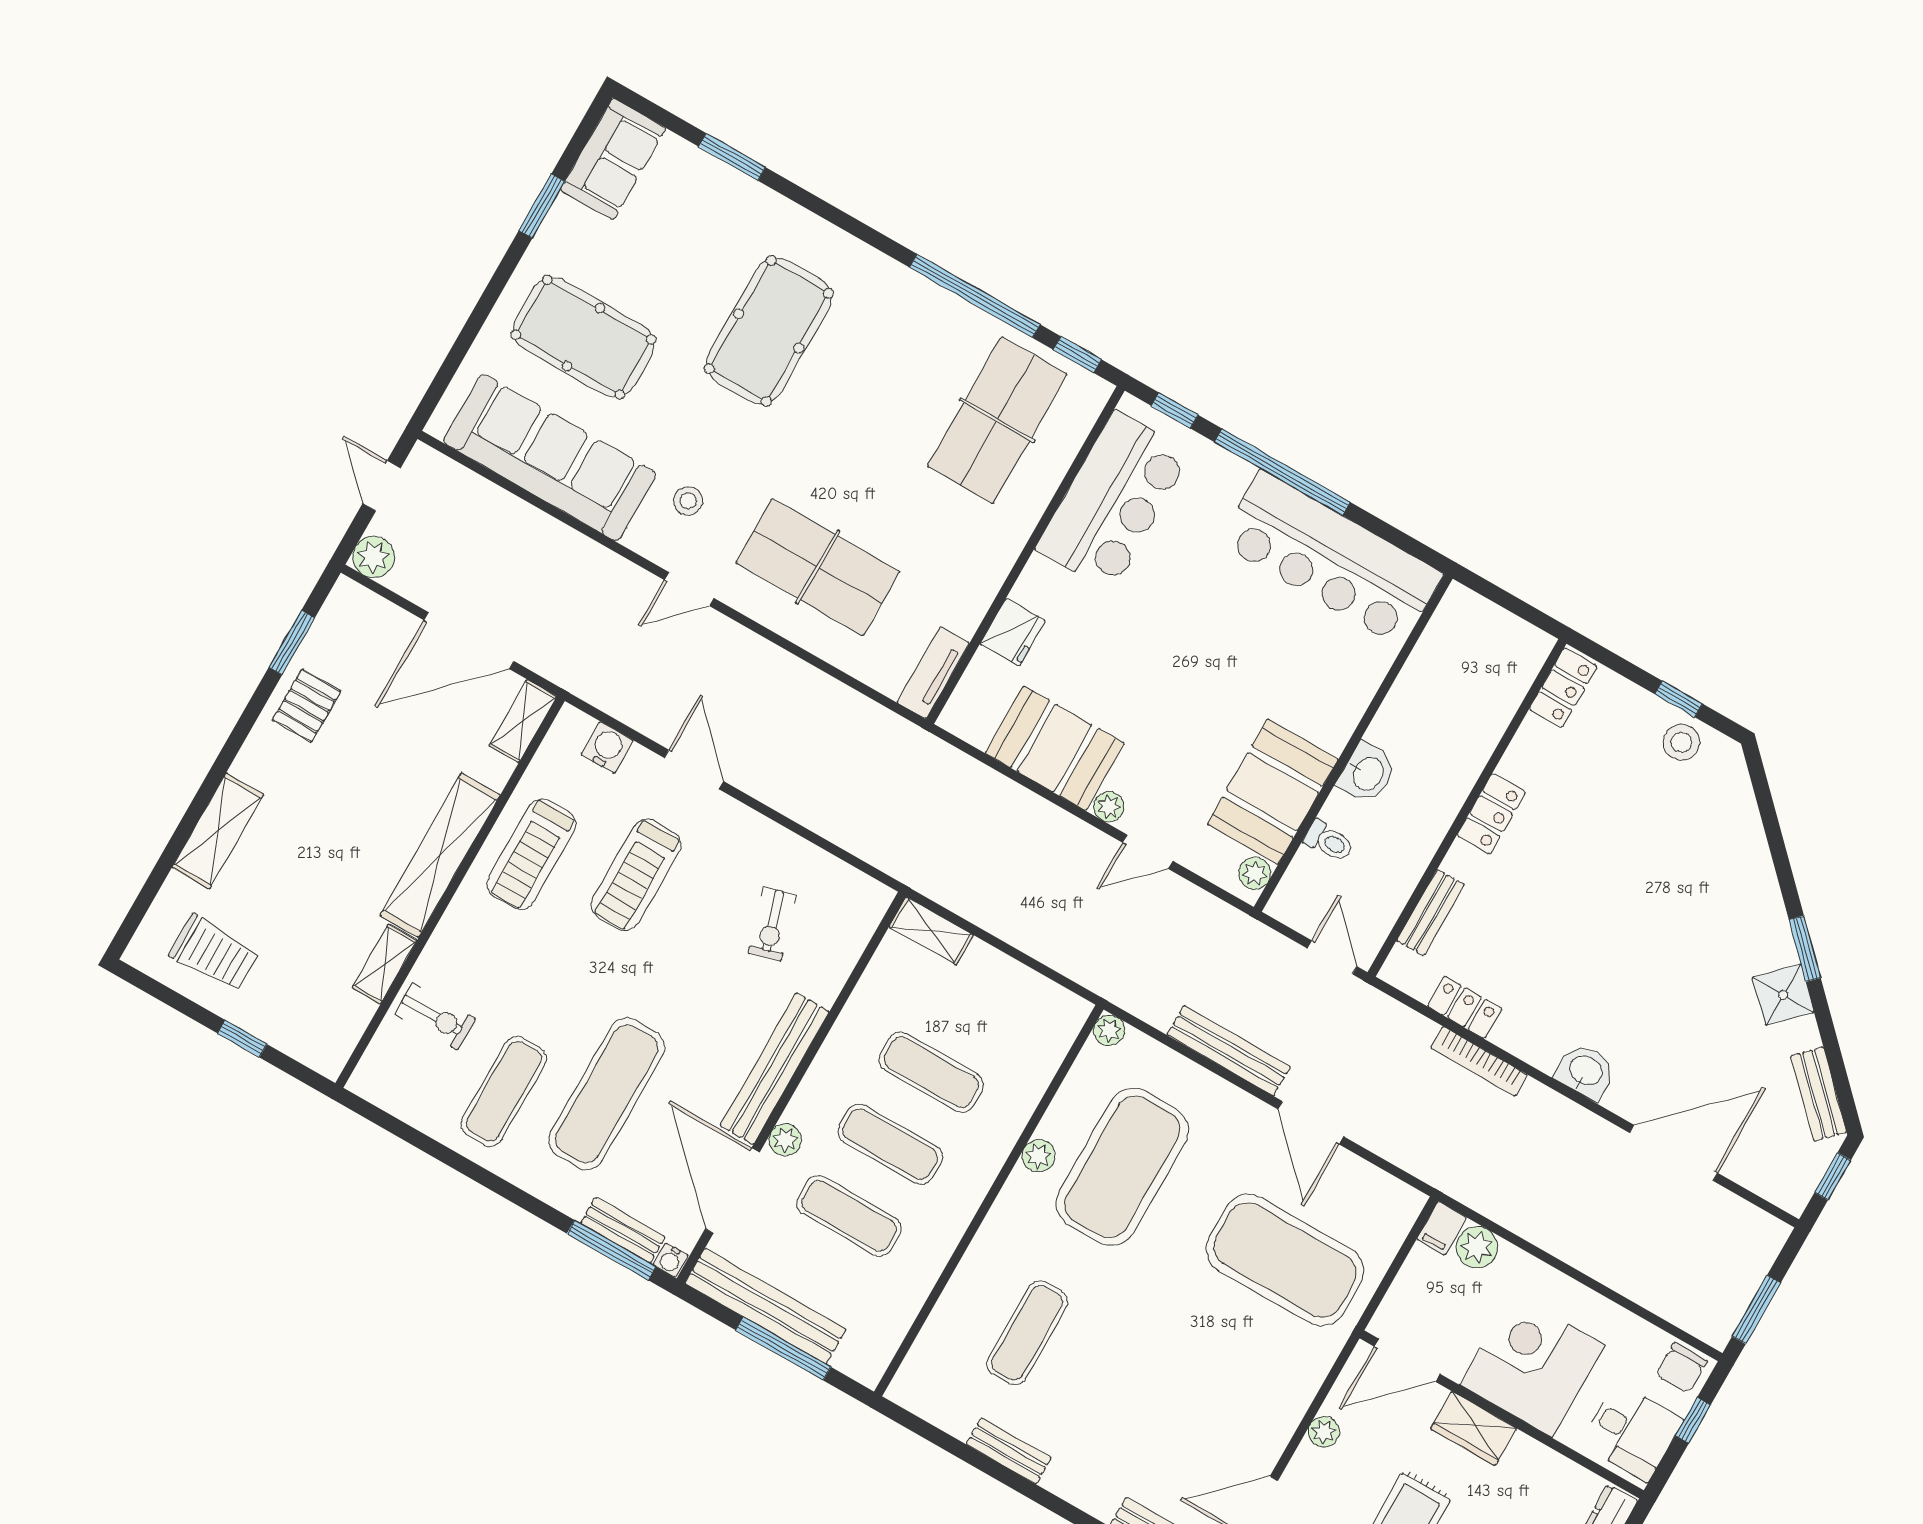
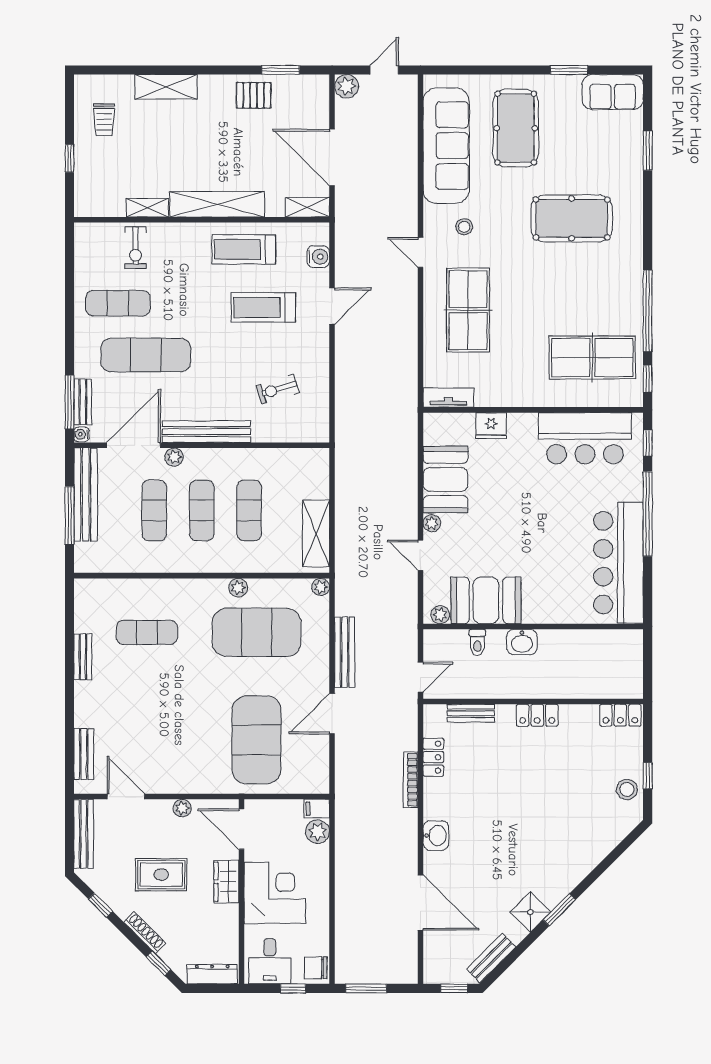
shelving: (931, 931) -> (316, 533), moved, width x1.50, depth x1.33
trolley: (214, 953) -> (104, 120), width x0.73, depth x0.72

